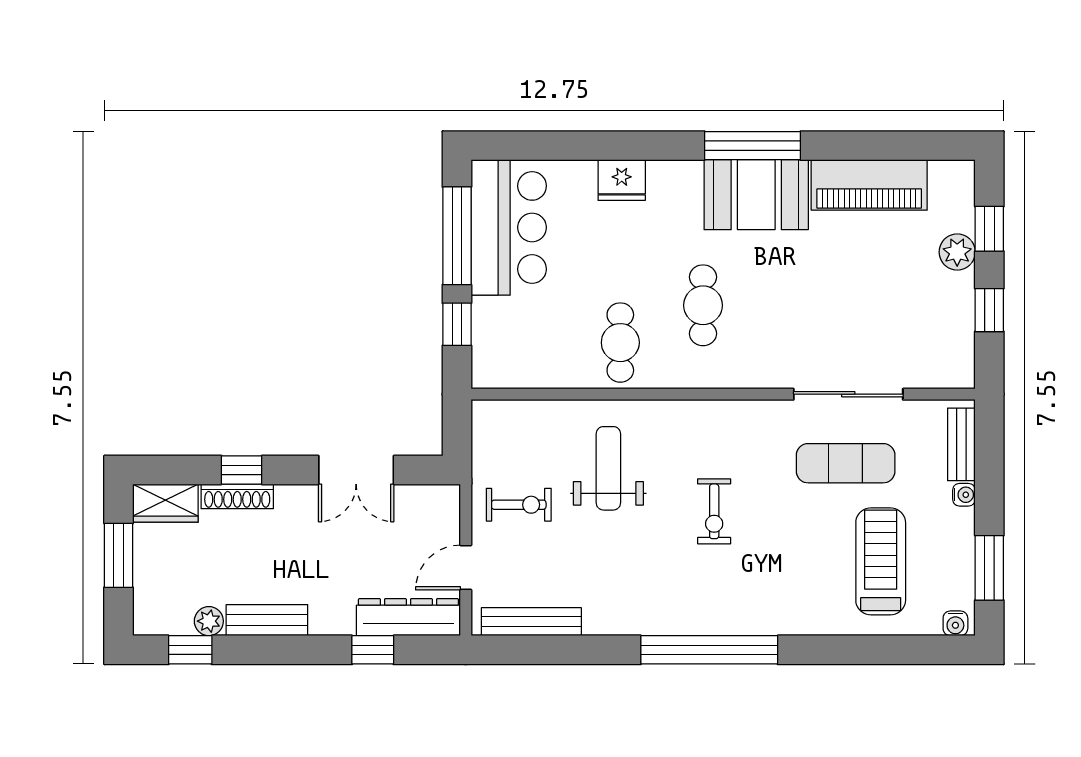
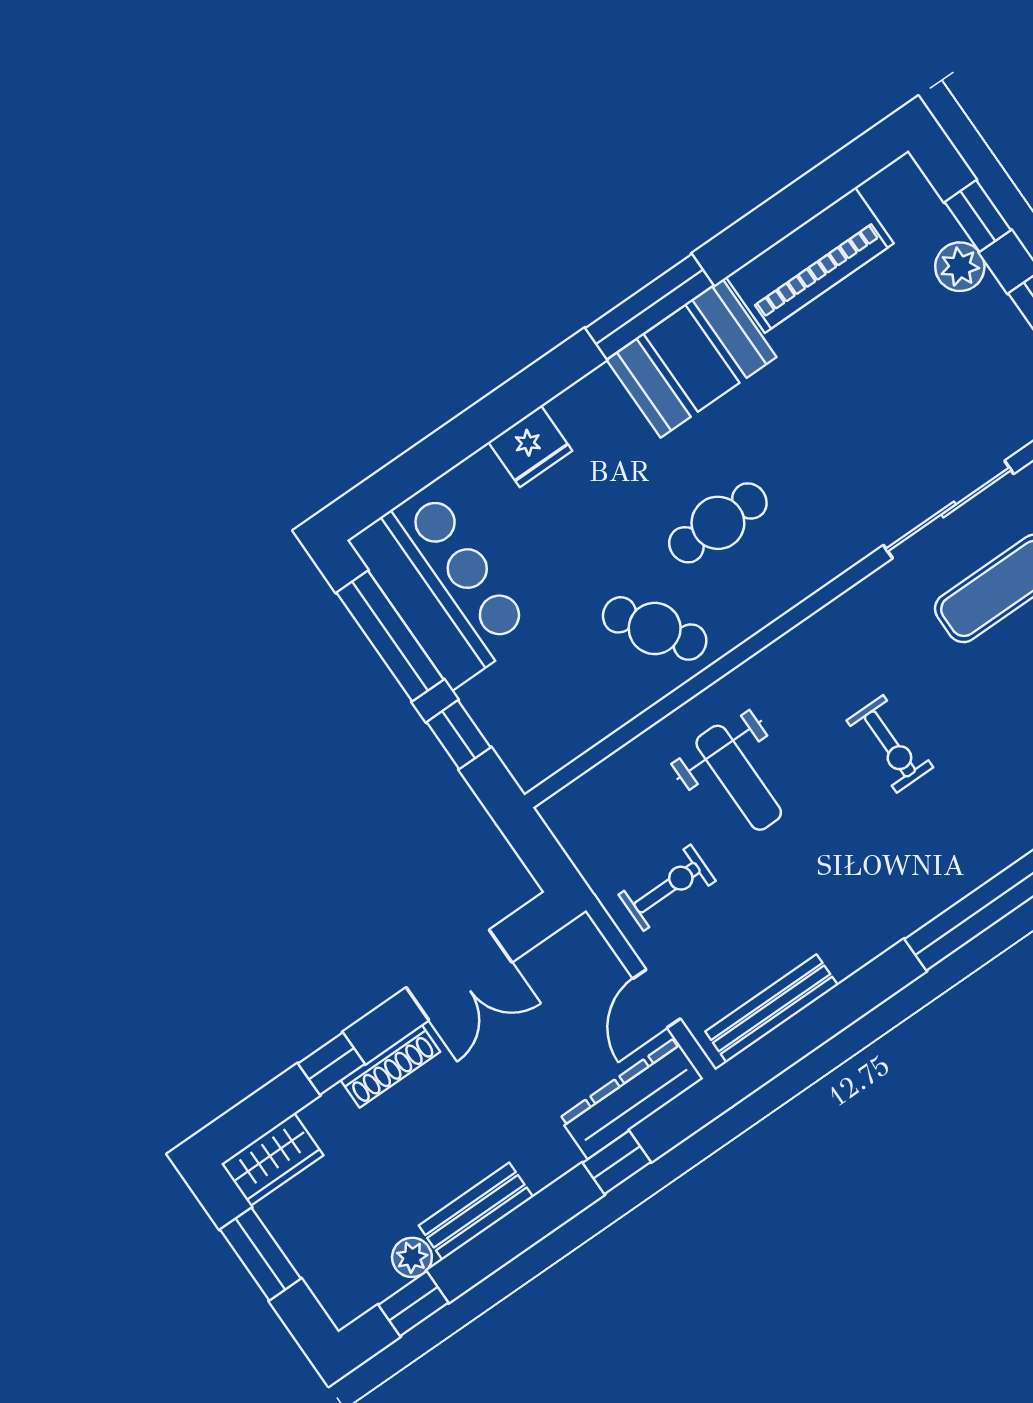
cafe table: (703, 305) -> (718, 523), turned 90
cafe table: (620, 343) -> (655, 628), turned -34
weight bench: (608, 468) -> (739, 778), turned 180
shoe rack: (237, 496) -> (390, 1066), moved

